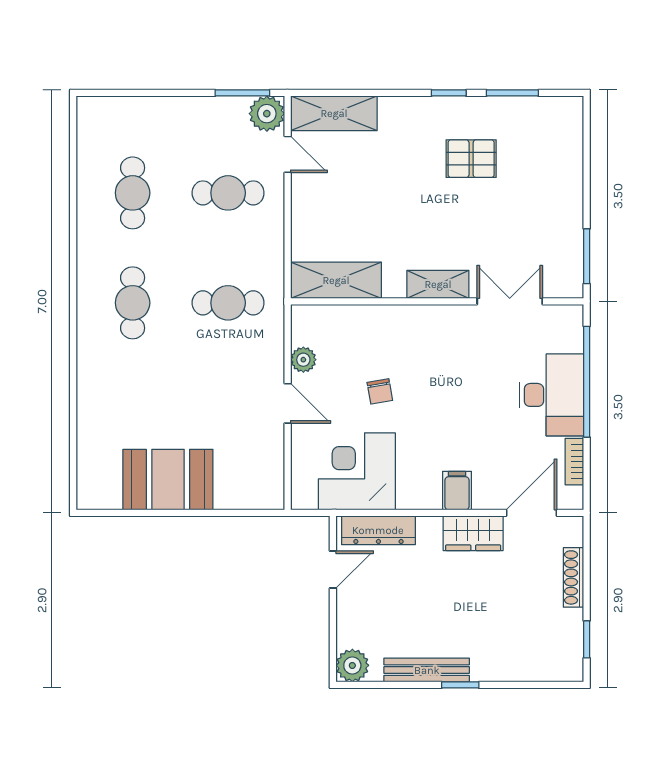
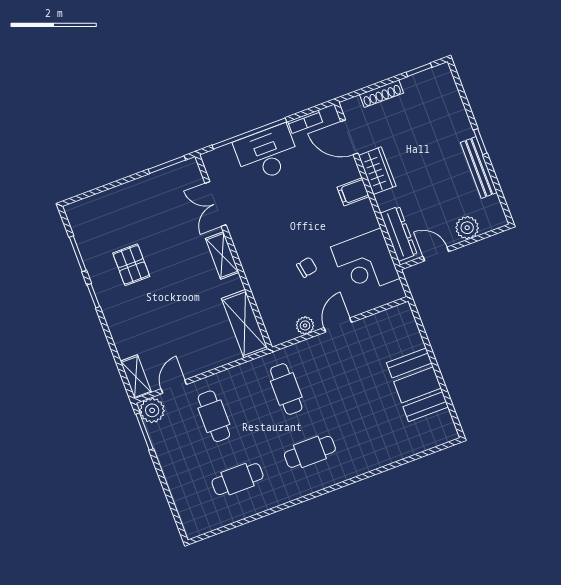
shelving: (334, 113) -> (136, 377), width x0.67, depth x0.75
plant: (352, 665) -> (467, 228), moved

